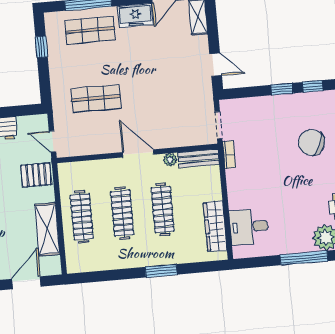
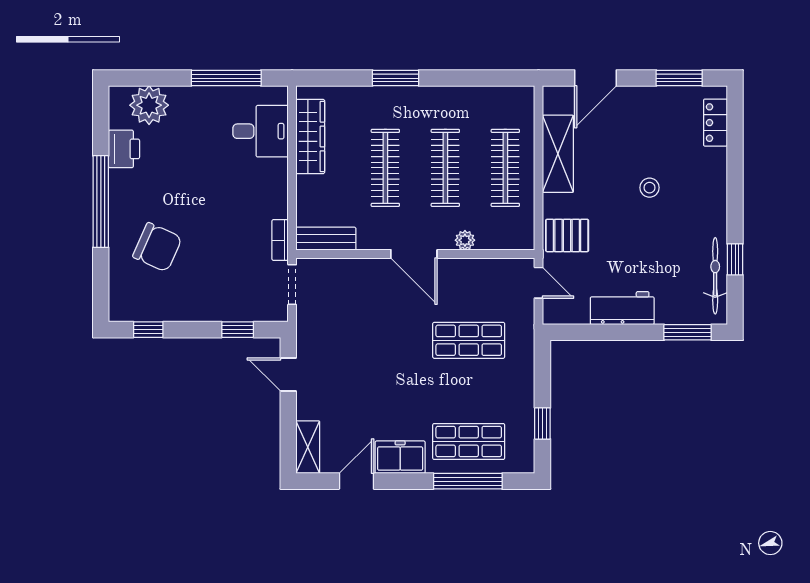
window: (282, 89) -> (238, 330), moved
plant: (170, 160) -> (465, 240), moved
window: (304, 258) -> (226, 78), moved

